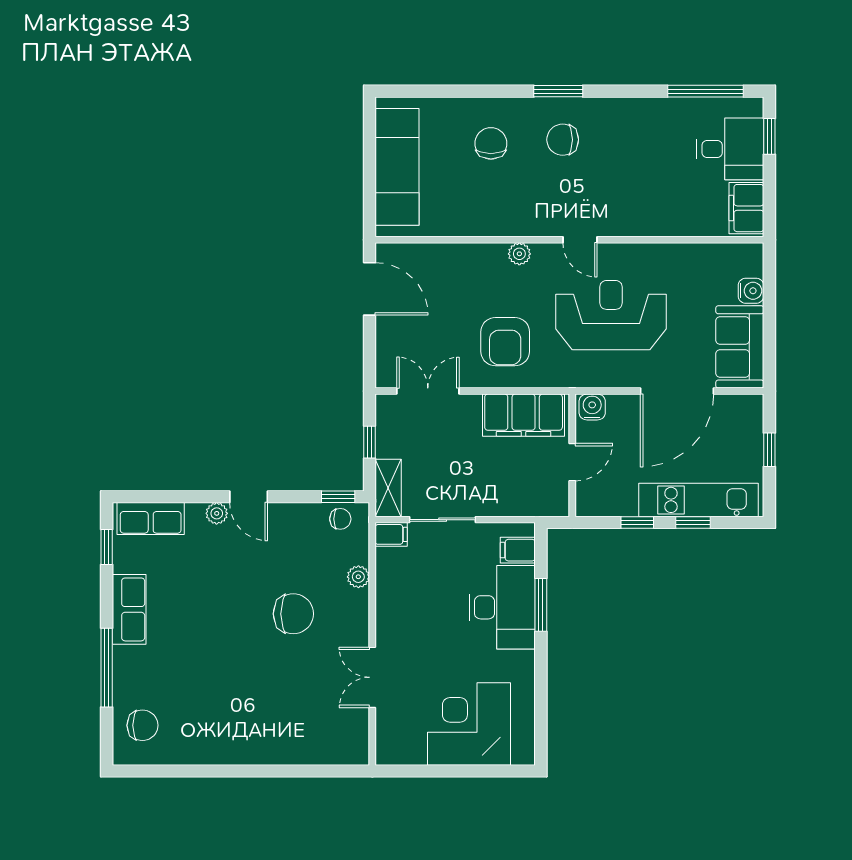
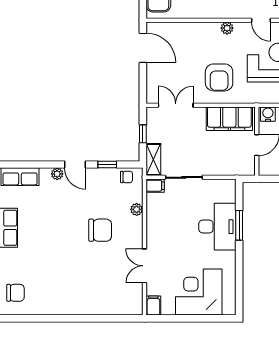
window: (338, 497) -> (107, 165), moved
filing cabinet: (518, 550) -> (153, 306), moved, turned 90

